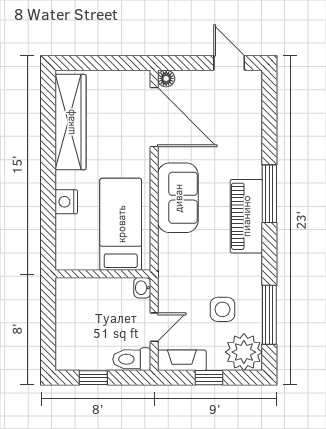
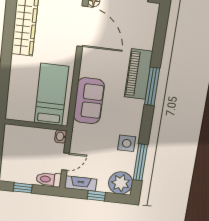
sofa: (178, 198) -> (89, 101), moved
nightstand: (66, 202) -> (17, 76), removed
piano: (246, 216) -> (139, 74), moved
side table: (222, 309) -> (127, 143), moved

